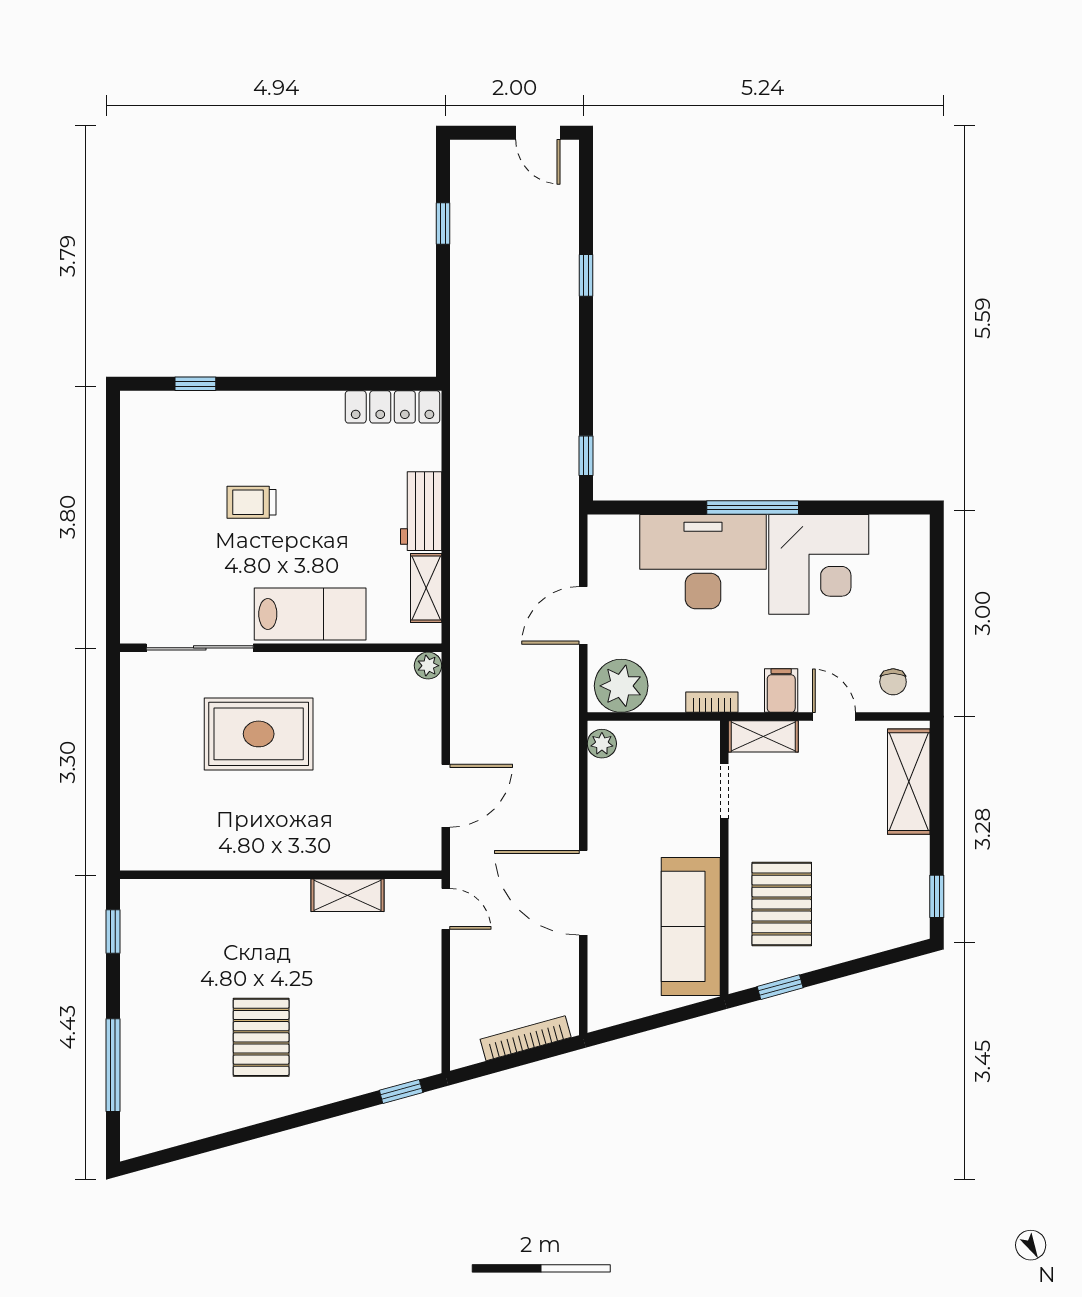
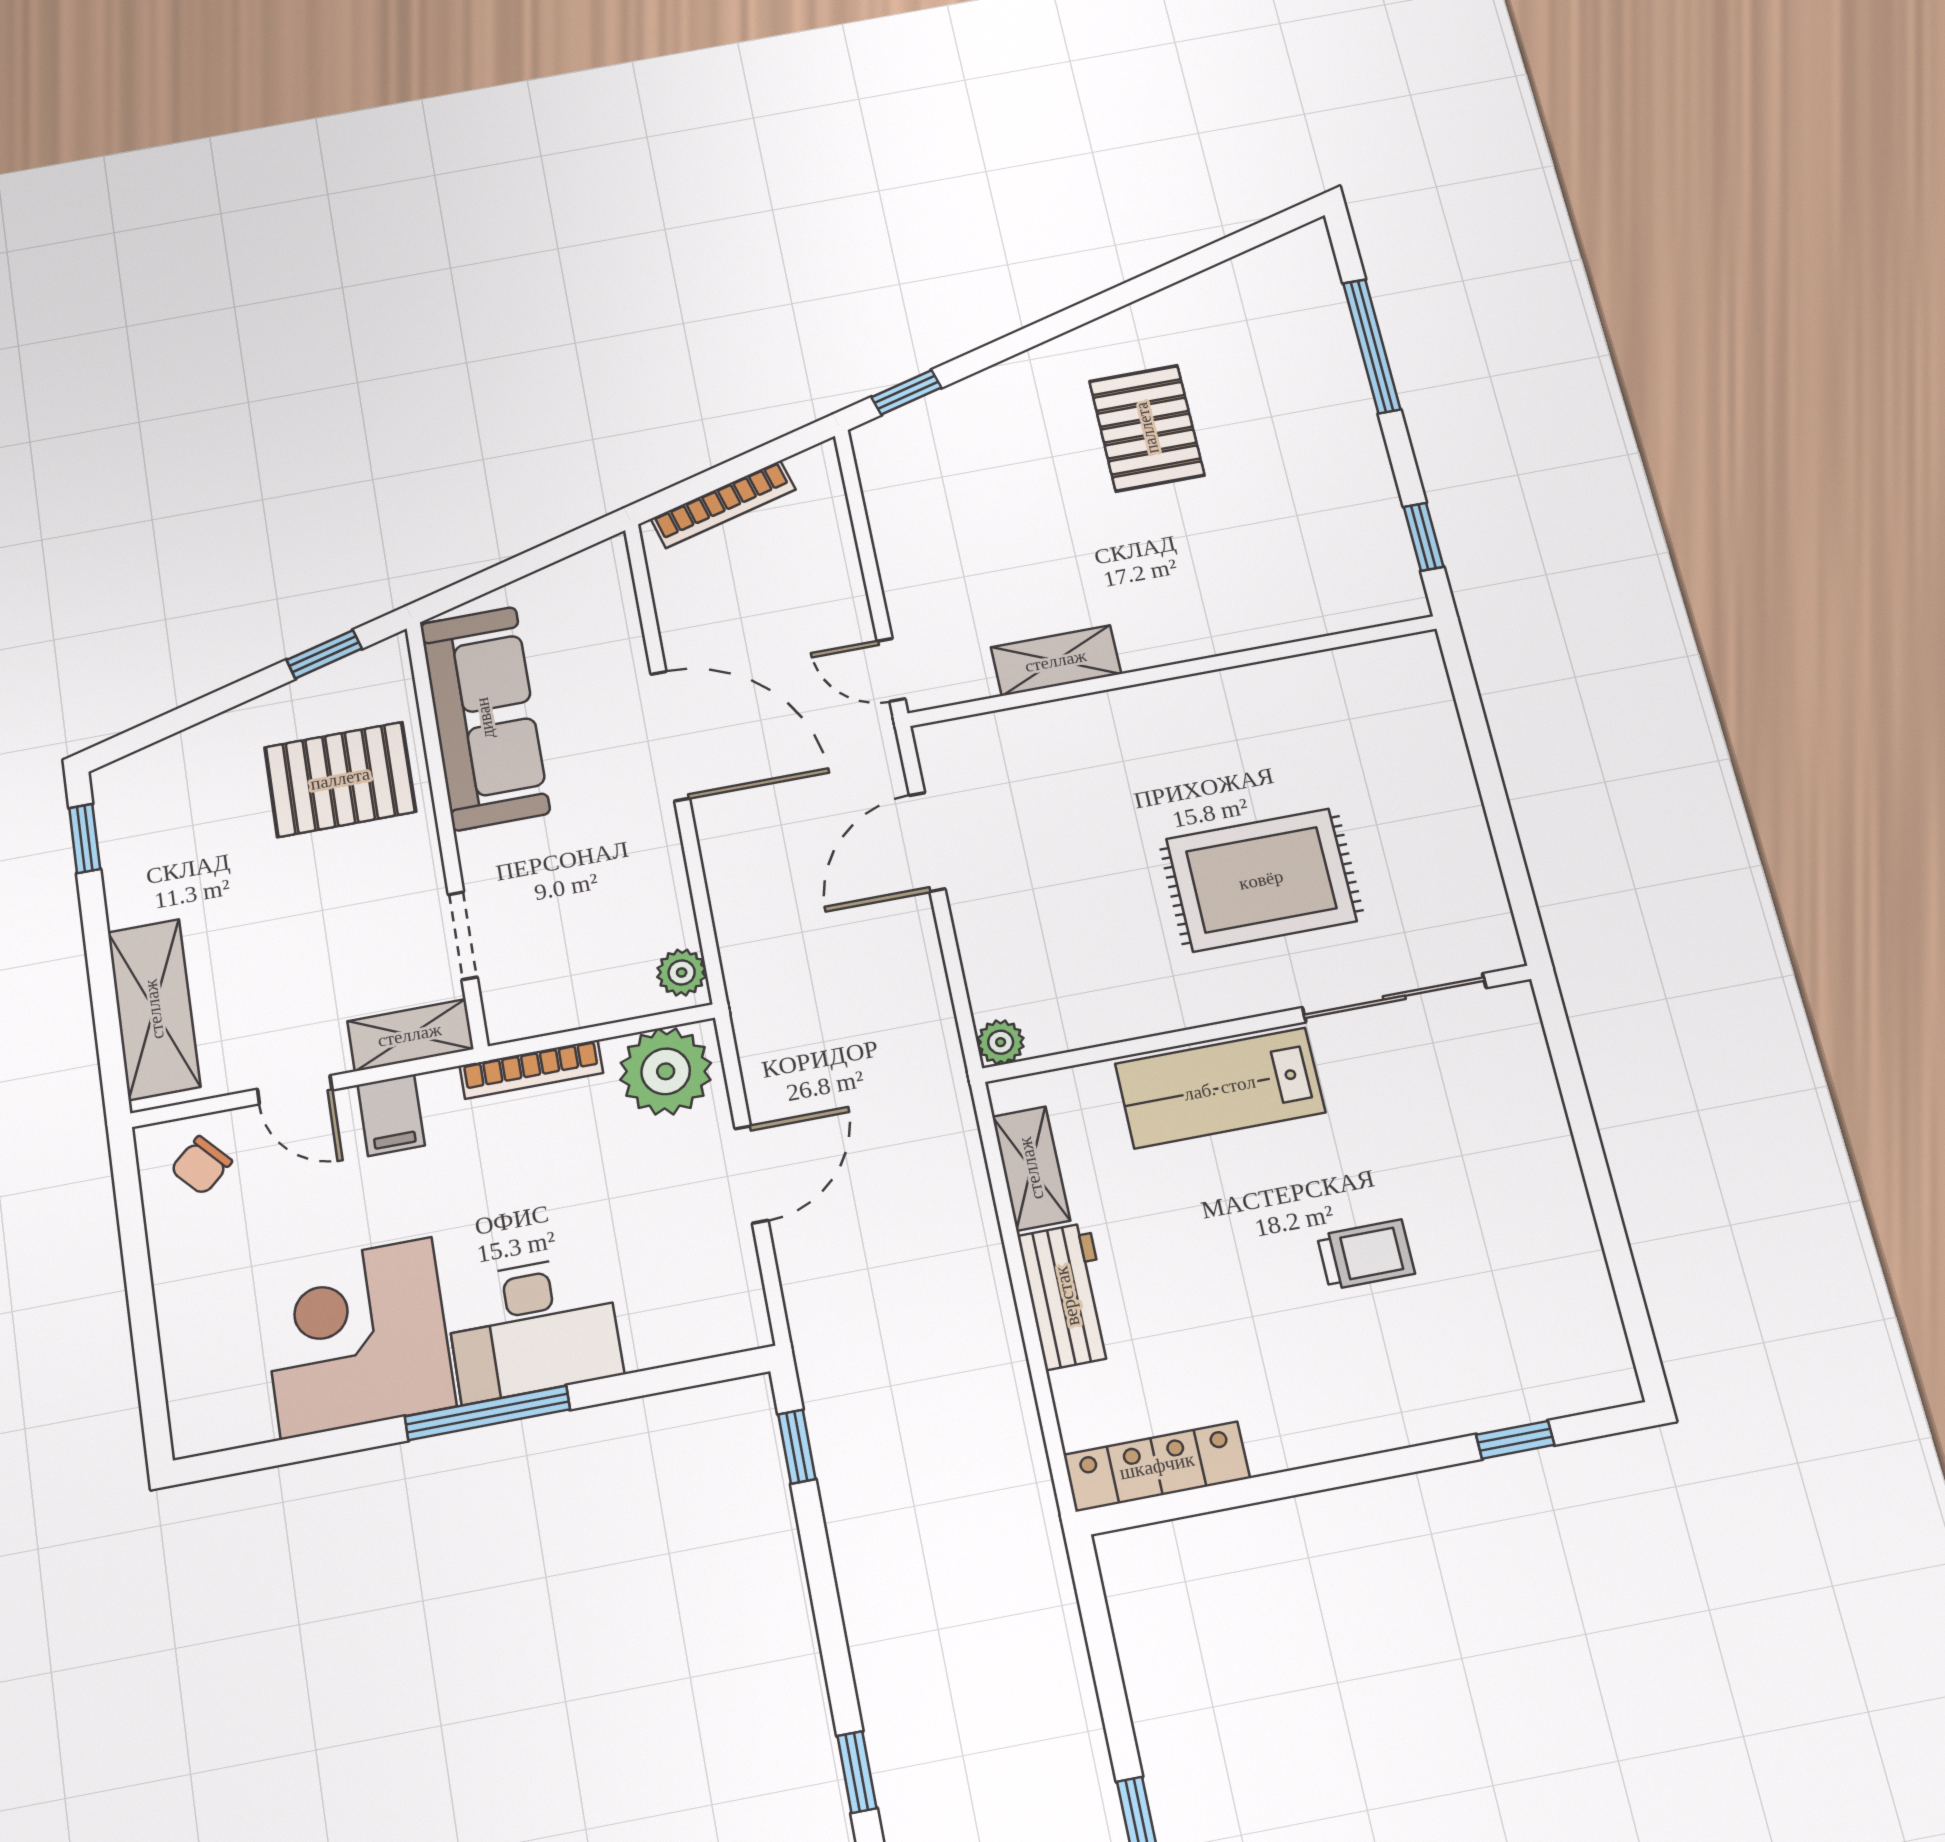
desk: (703, 562) -> (533, 1328), width x0.73, depth x0.77
chair: (893, 682) -> (201, 1165), turned -132
bookcase: (712, 702) -> (531, 1069), width x1.56
pallet: (782, 904) -> (340, 779), turned 90

